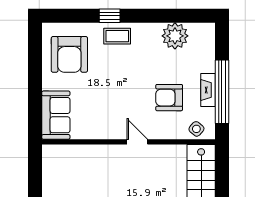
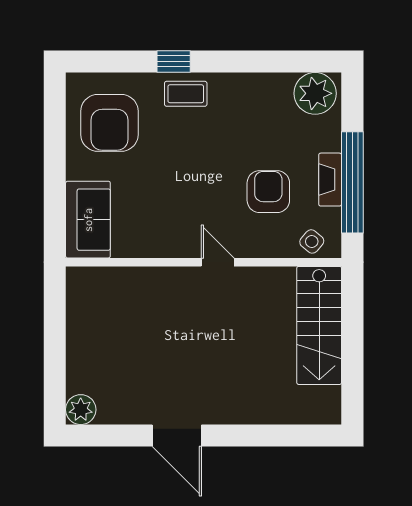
plant: (175, 36) -> (315, 93), moved
armchair: (169, 98) -> (268, 192), turned 90

